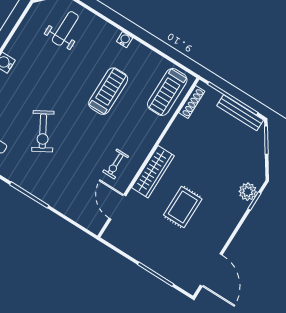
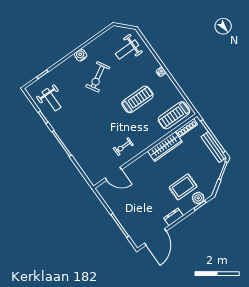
weight bench: (65, 28) -> (127, 49), turned 180
exercise bike: (43, 131) -> (98, 77), moved
wardrobe: (153, 172) -> (165, 147), moved
door: (117, 207) -> (113, 174), swing flipped
rug: (183, 207) -> (183, 187), moved
dresser: (225, 232) -> (173, 217), added

